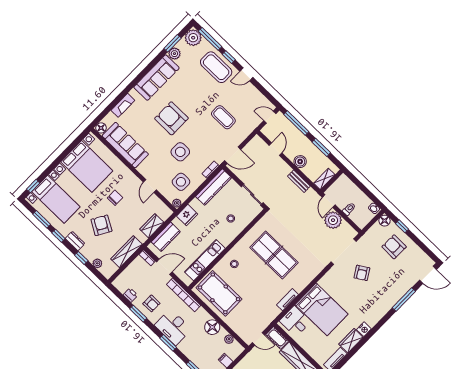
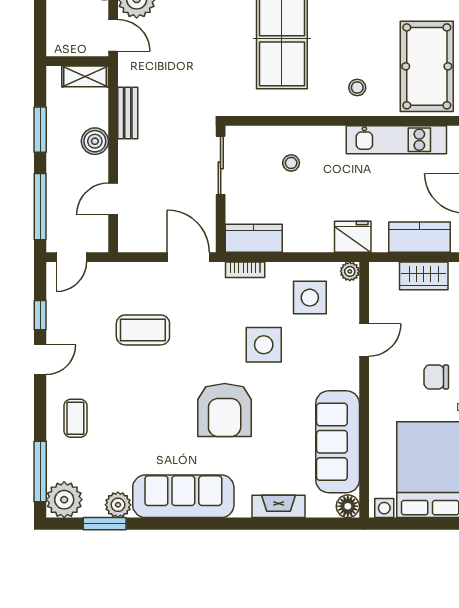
window: (229, 57) -> (40, 315), moved
coffee table: (216, 67) -> (75, 418), width x0.54, depth x0.58
door: (246, 74) -> (40, 360), hinge flipped
coffee table: (223, 117) -> (143, 330), turned 90
door: (270, 117) -> (72, 257), hinge flipped
kitchen counter: (214, 187) -> (254, 238), width x0.67
door: (329, 201) -> (113, 35), hinge flipped

